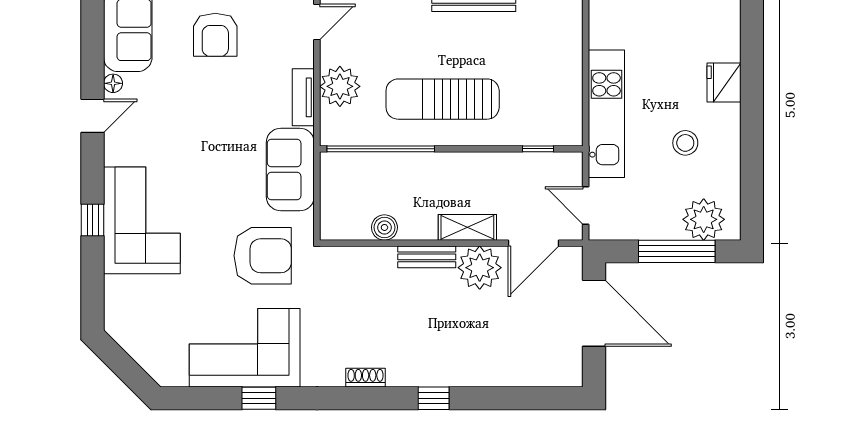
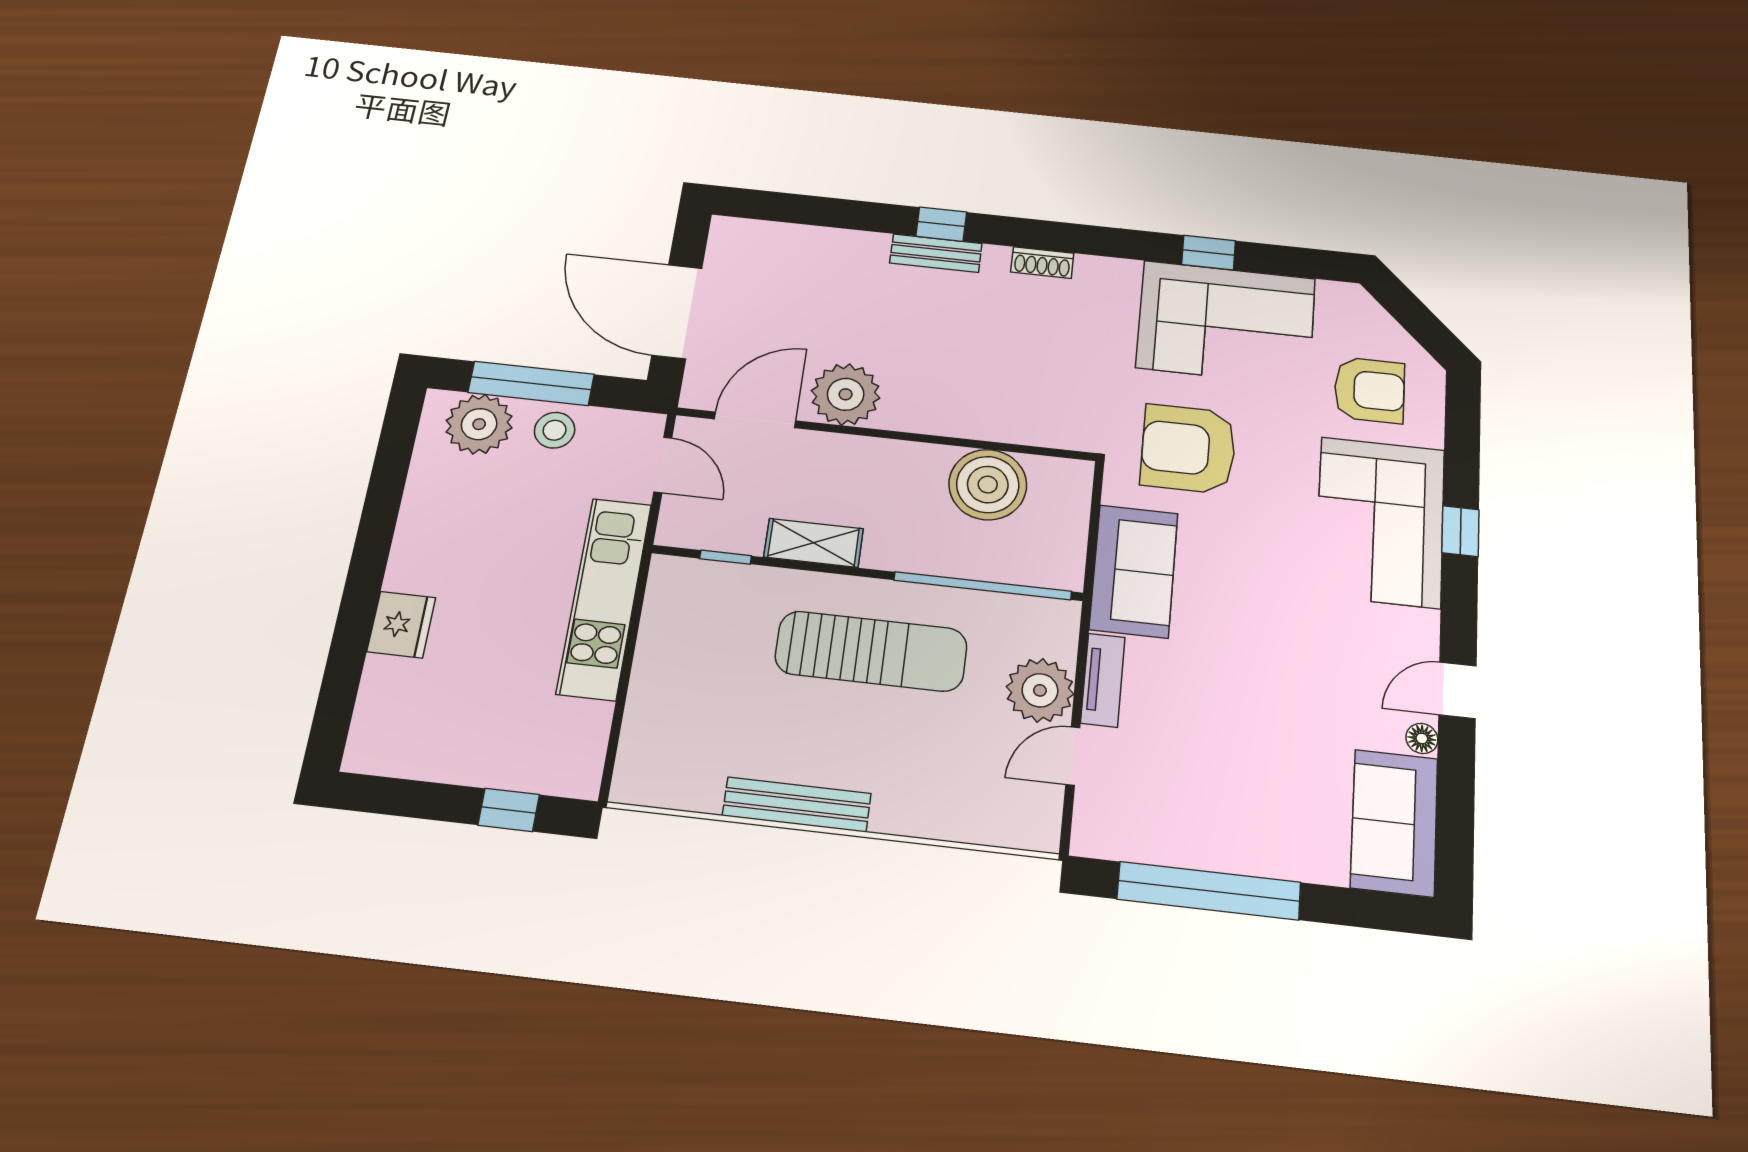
door: (317, 22) -> (1073, 756), moved
armchair: (215, 35) -> (1369, 390), moved, turned 90
stool: (685, 143) -> (555, 430), moved
boiler: (384, 227) -> (988, 485), width x1.86, depth x1.86
shelving: (467, 227) -> (814, 543), moved
bench: (427, 257) -> (936, 253), moved

